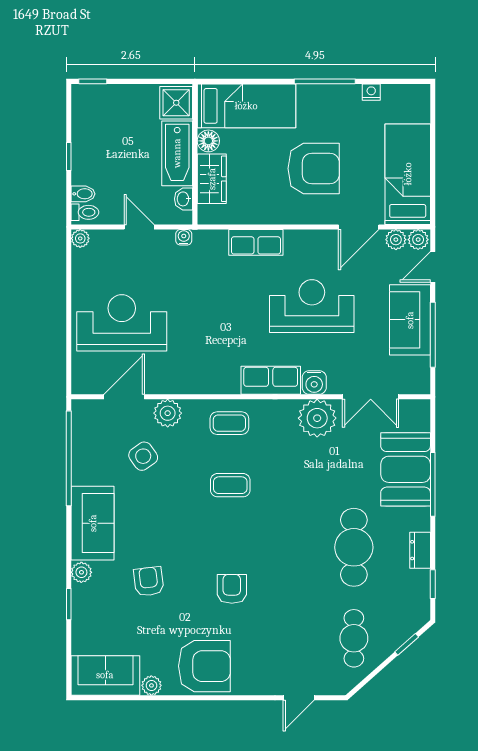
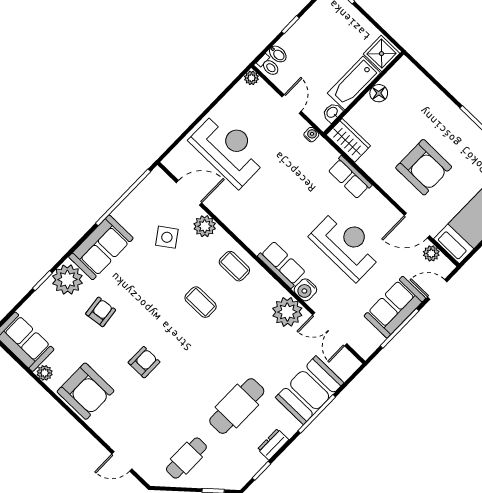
bed: (246, 106) -> (420, 94), removed
wardrobe: (212, 179) -> (348, 140), moved, turned -90
plant: (418, 240) -> (444, 266), removed
plant: (81, 572) -> (67, 280), width x1.88, depth x1.88

